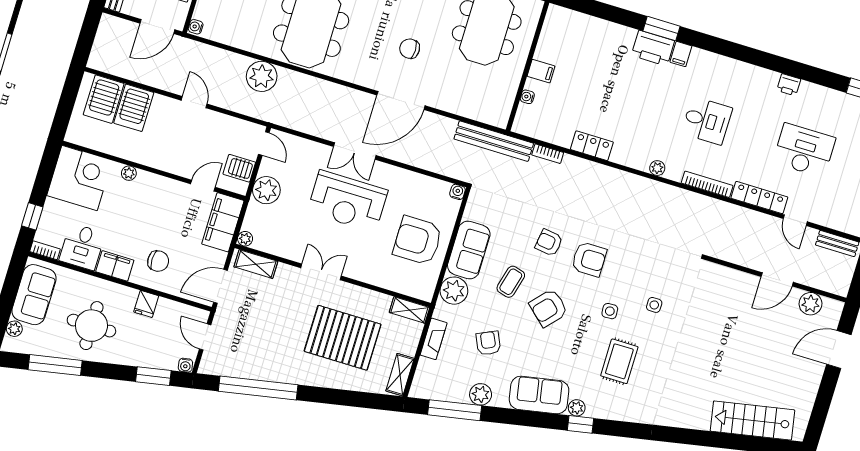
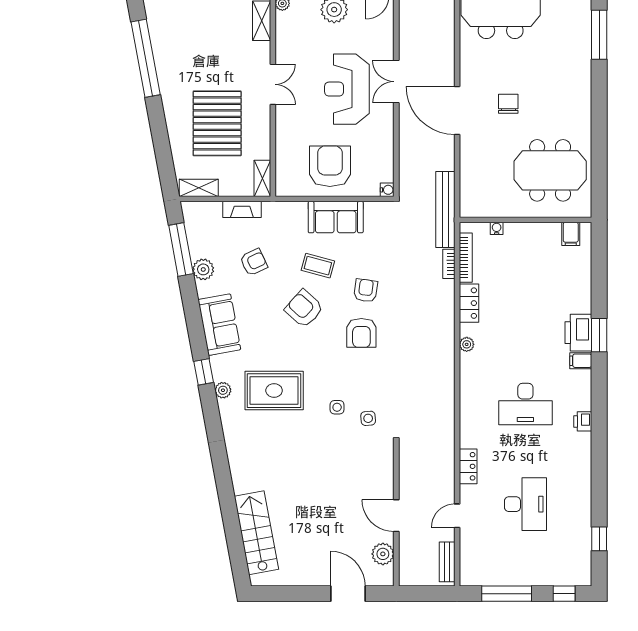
filing cabinet: (541, 71) -> (571, 234), moved
printer: (789, 85) -> (583, 421), moved
desk: (707, 121) -> (525, 404), width x1.37
plant: (657, 168) -> (467, 344), moved
bookcase: (707, 184) -> (466, 258), moved
locker: (759, 198) -> (468, 466), width x0.66
plant: (454, 291) -> (293, 215), removed
side table: (610, 311) -> (368, 418), moved
rug: (619, 361) -> (274, 391), width x1.36, depth x1.43
plant: (577, 408) -> (223, 390), moved

